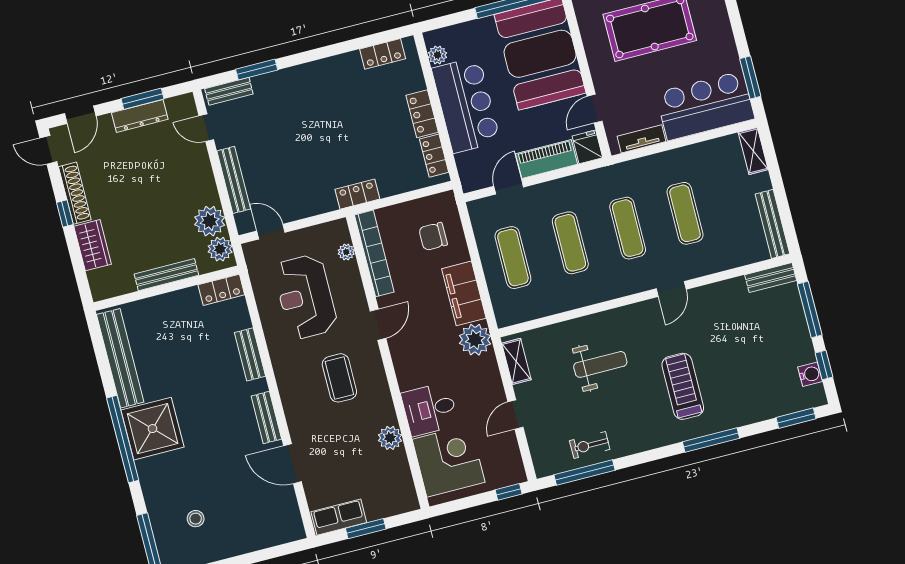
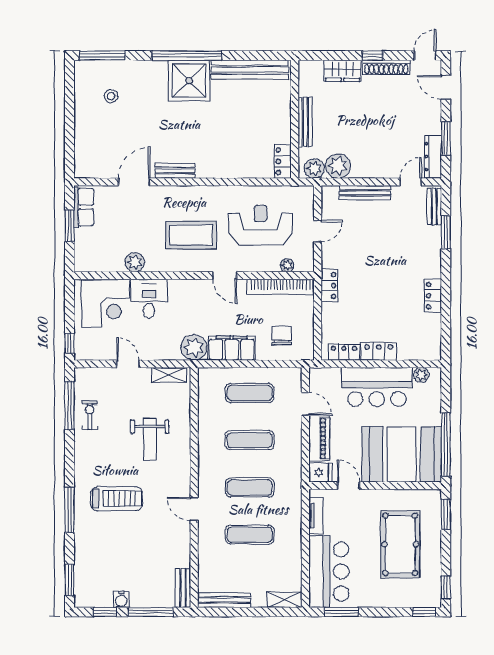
locker: (383, 54) -> (433, 296), moved
dresser: (140, 116) -> (433, 157), moved
door: (271, 232) -> (318, 231), moved
bench: (250, 354) -> (227, 171), removed
water cooler: (810, 374) -> (121, 599), moved
coffee table: (339, 378) -> (191, 235), width x1.36, depth x1.32

